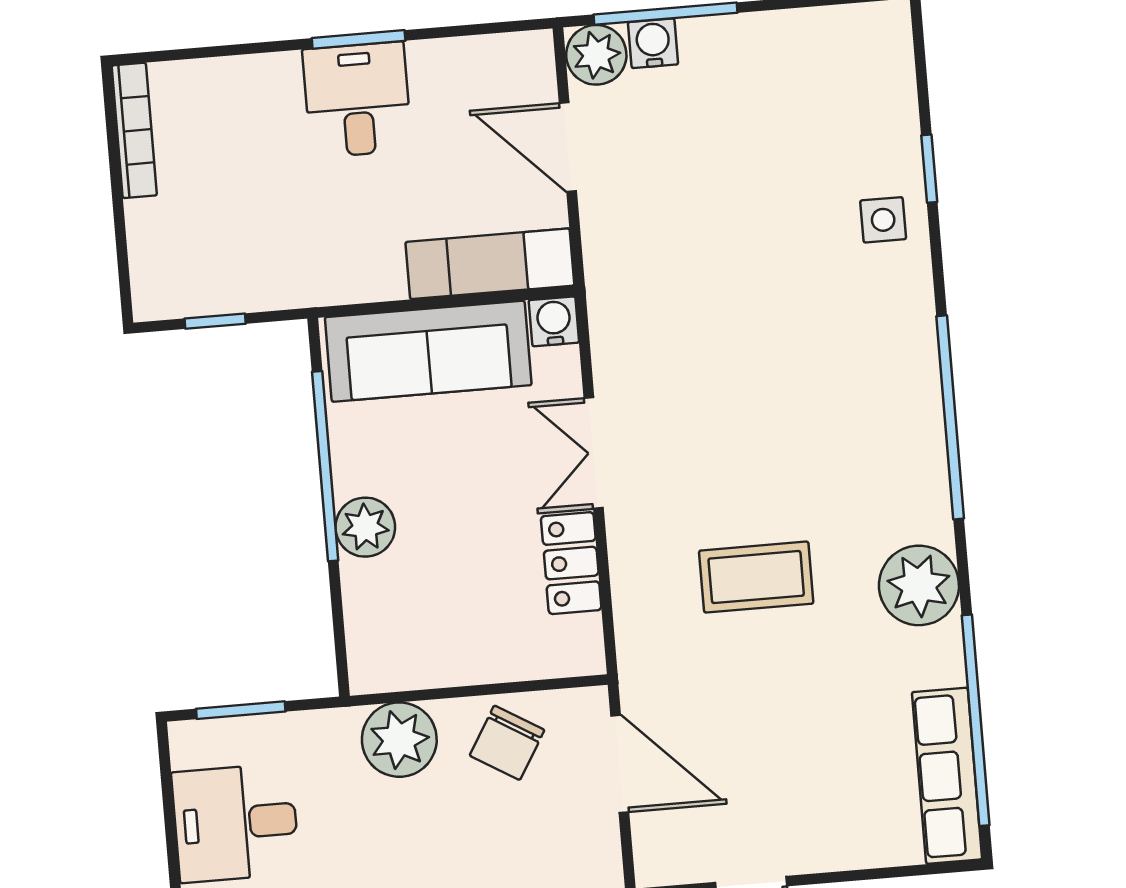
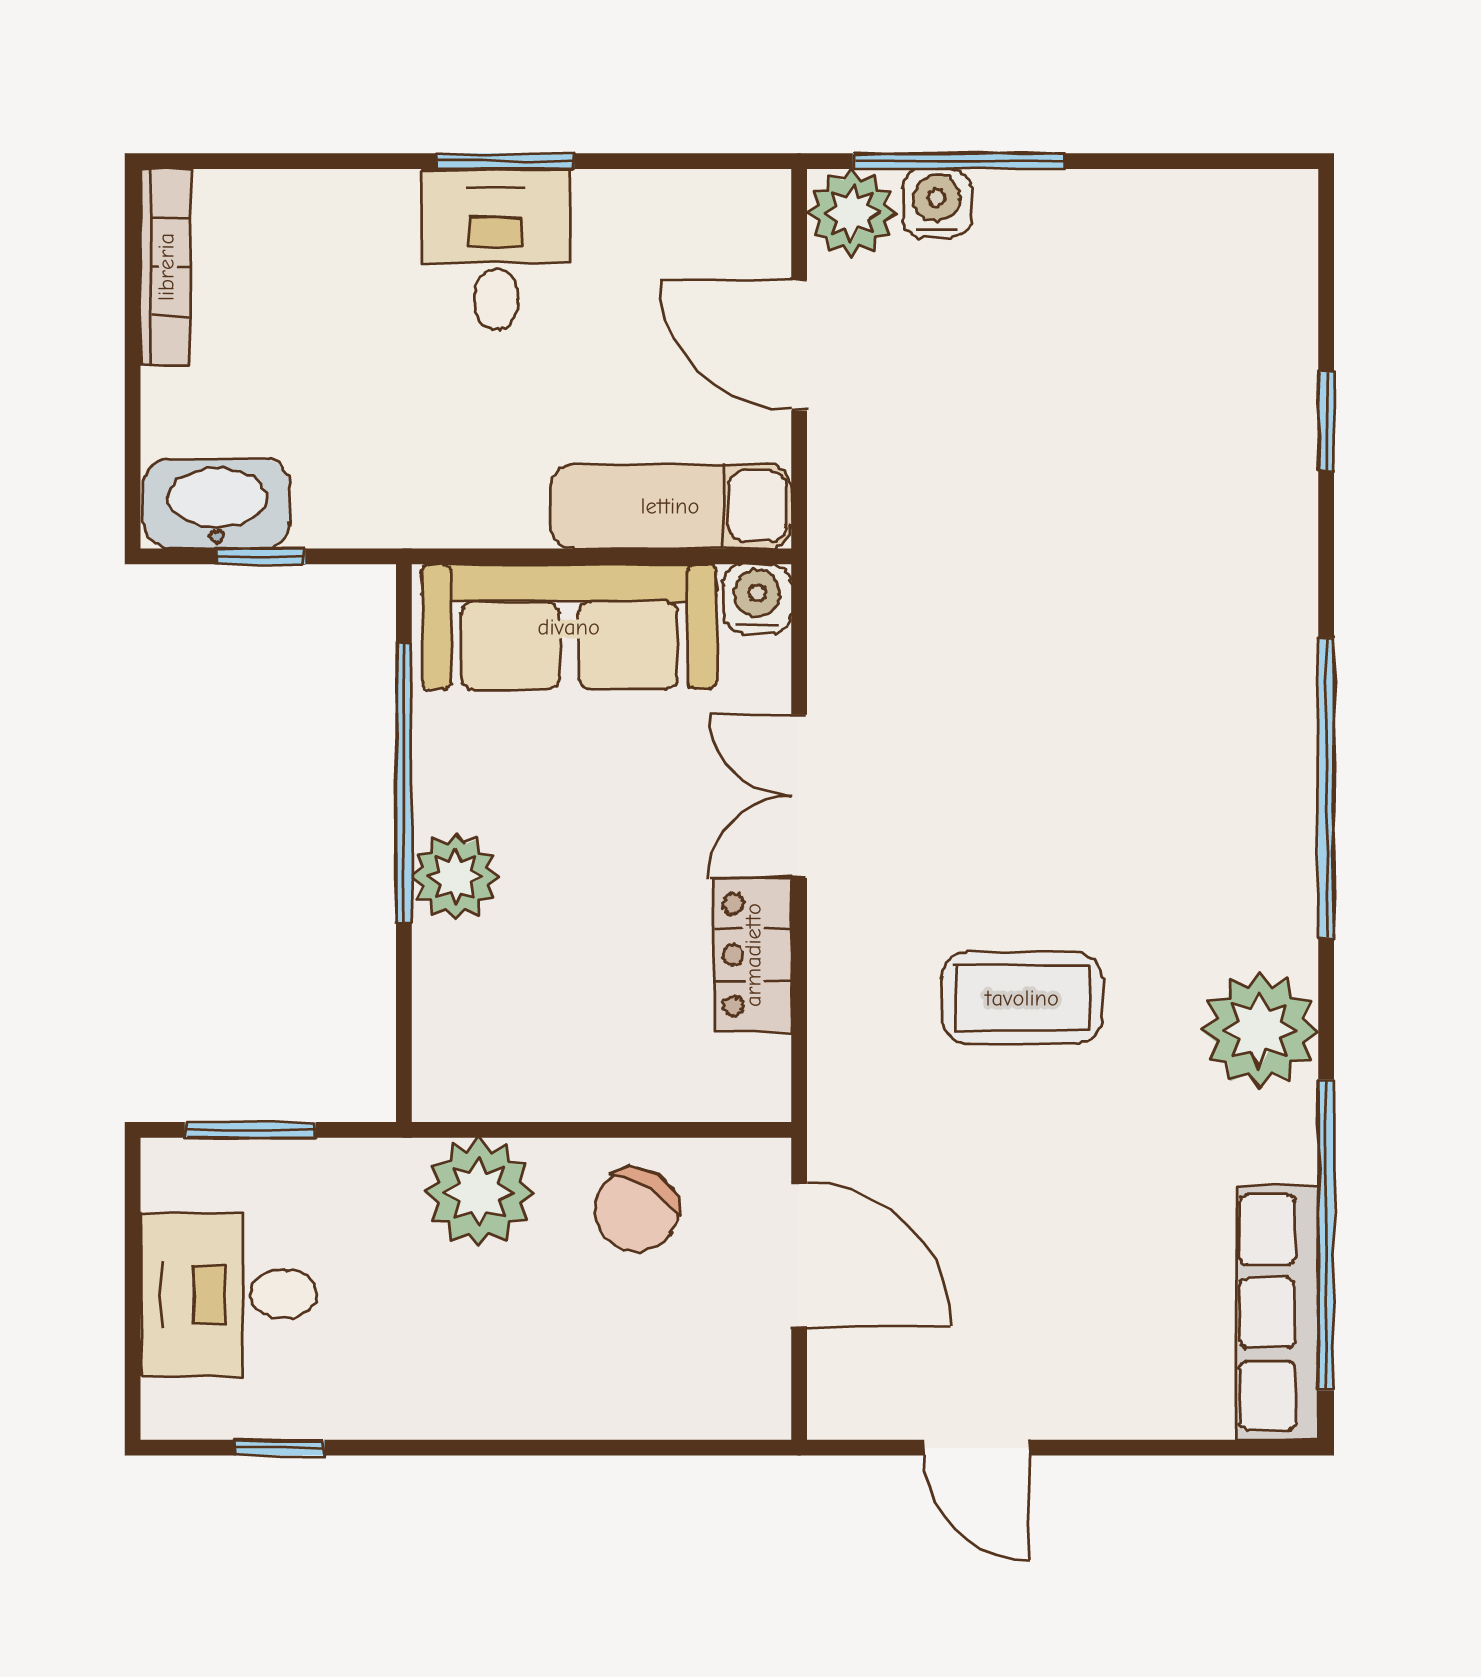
side table: (883, 220) -> (1252, 490), removed
washbasin: (182, 288) -> (217, 504), added

